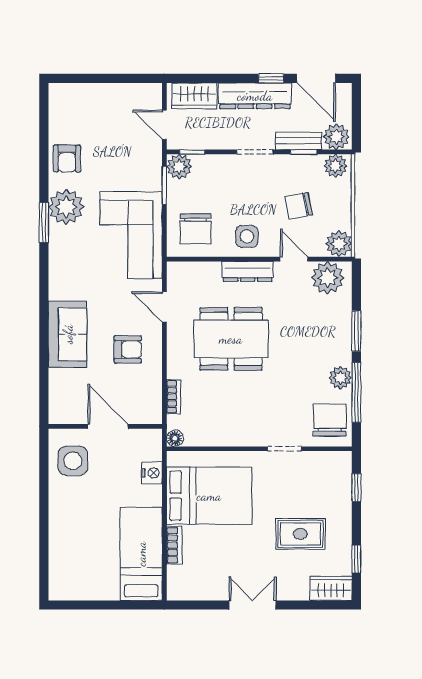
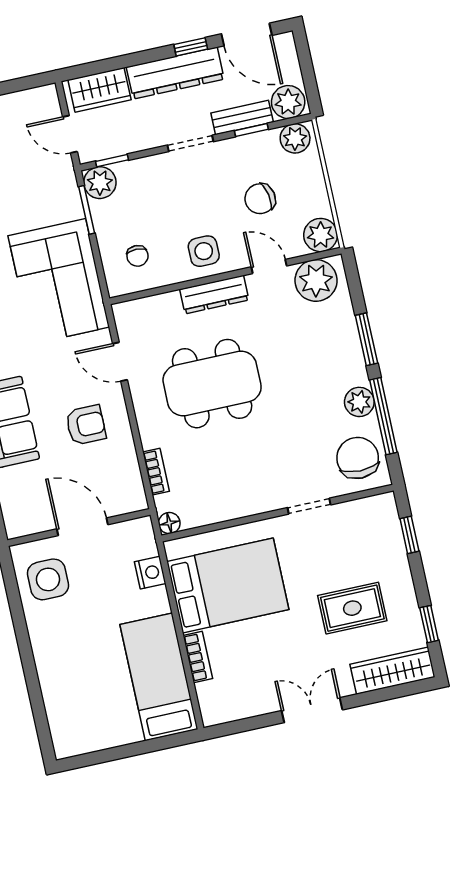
chair: (195, 229) -> (137, 256), width x0.54, depth x0.54
wardrobe: (331, 588) -> (392, 671), width x1.50

